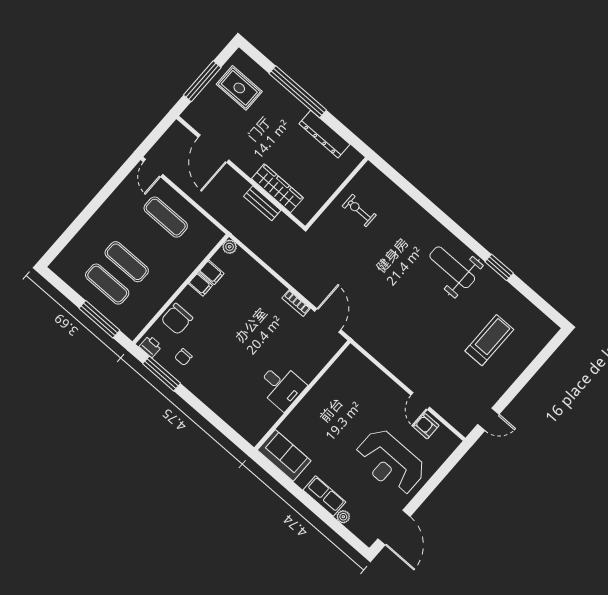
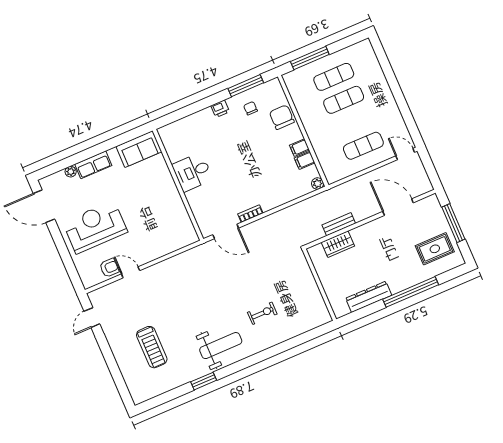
wardrobe: (277, 188) -> (338, 244), width x0.67
exercise bike: (359, 211) -> (262, 313), moved
printer: (150, 346) -> (220, 109), moved

